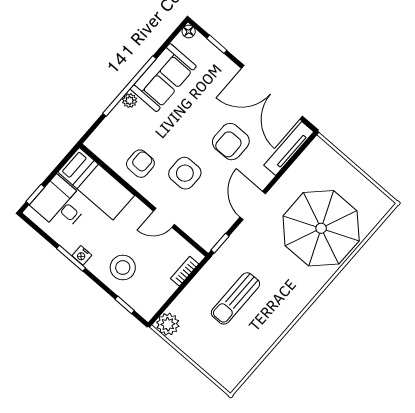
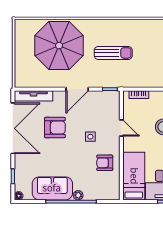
side table: (185, 173) -> (90, 137), width x0.54, depth x0.54
sun lounger: (235, 298) -> (113, 53), moved

